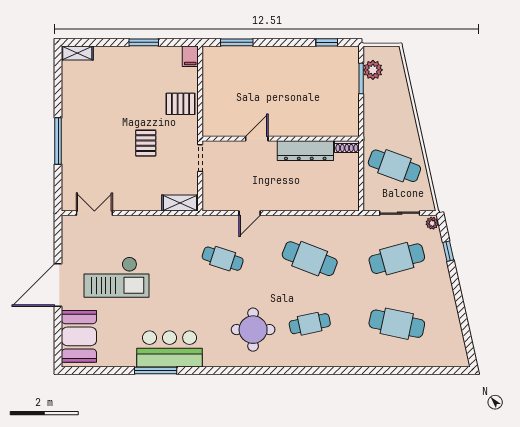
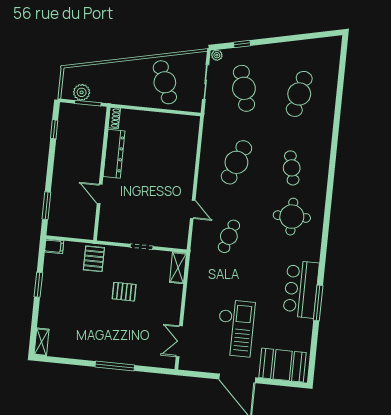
door: (257, 139) -> (100, 194), moved
wall: (281, 139) -> (102, 174), moved
shoe rack: (347, 147) -> (114, 118), moved
dresser: (305, 151) -> (114, 154), moved
cafe table: (394, 166) -> (165, 82), turned -41

